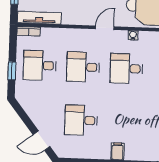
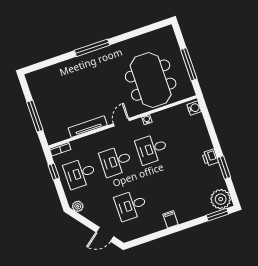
tv unit: (39, 18) -> (88, 127), moved
window: (12, 71) -> (54, 172), moved
plant: (24, 100) -> (78, 206), added

